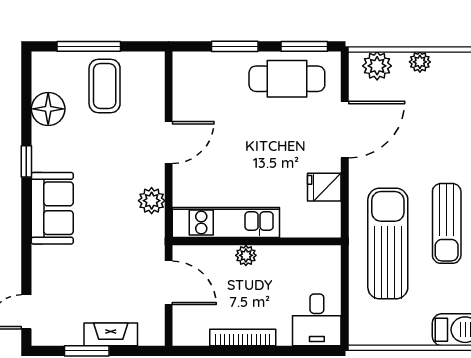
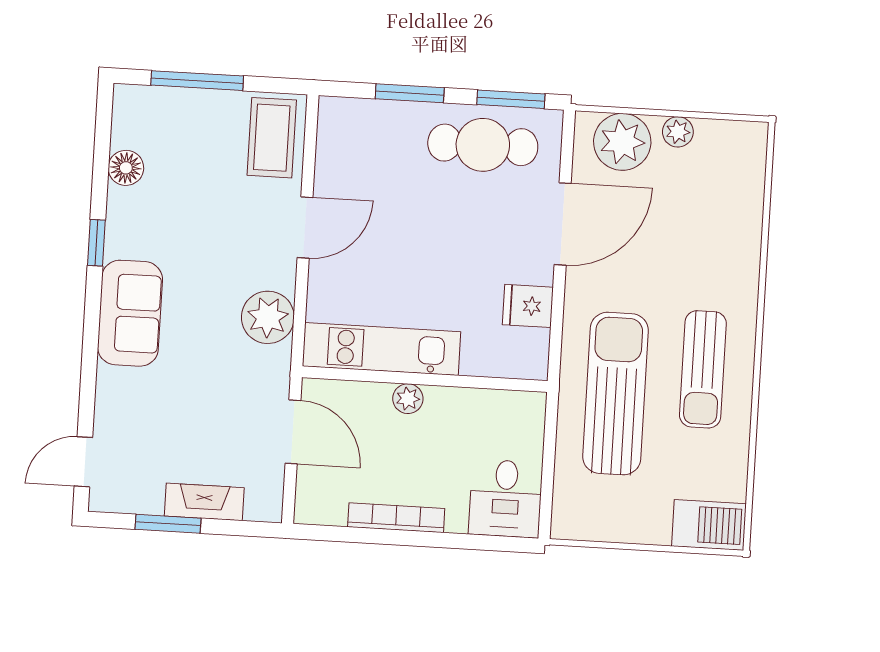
plant: (377, 66) -> (622, 142), width x1.36, depth x1.36
coffee table: (105, 86) -> (272, 138), moved
floor lamp: (48, 109) -> (126, 168), width x0.73, depth x0.73
plant: (152, 201) -> (268, 317), width x1.36, depth x1.36

